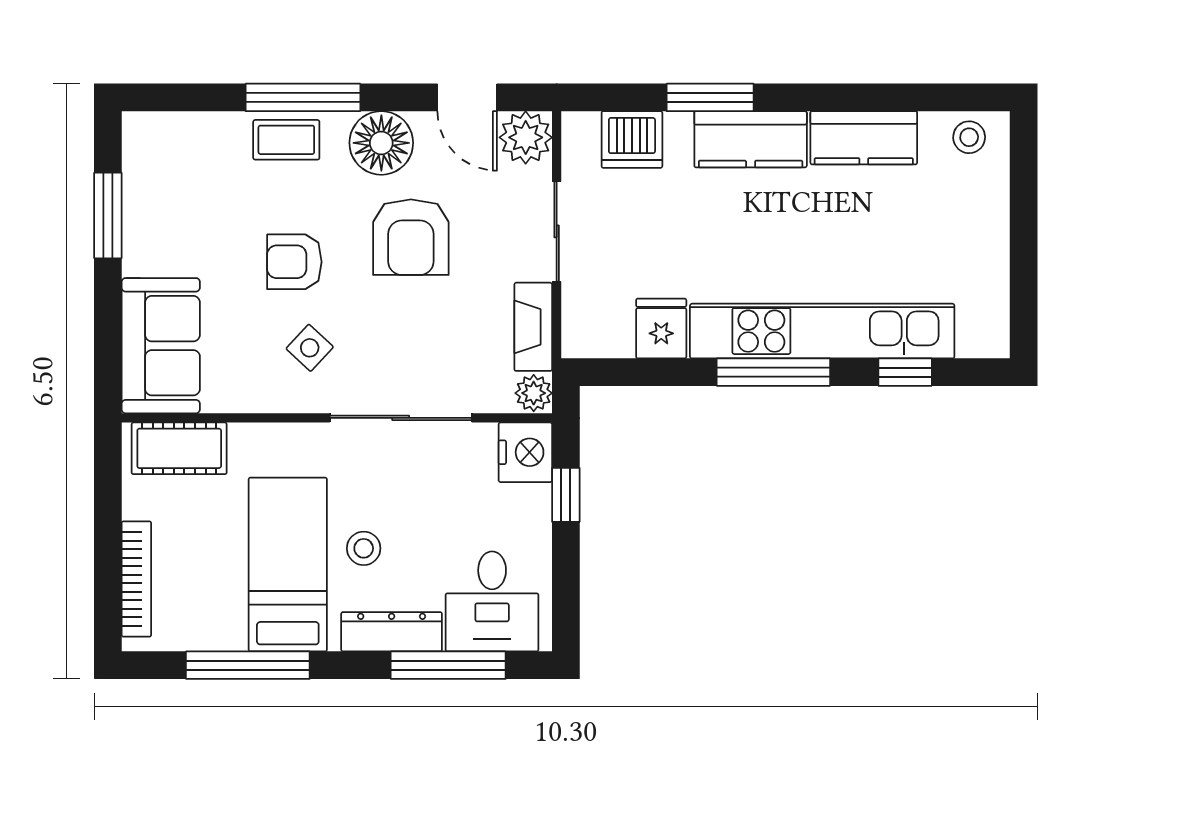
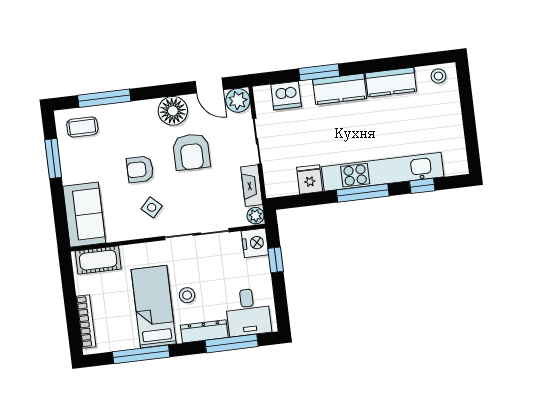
window: (303, 97) -> (104, 98), moved
coffee table: (286, 140) -> (82, 127), moved

